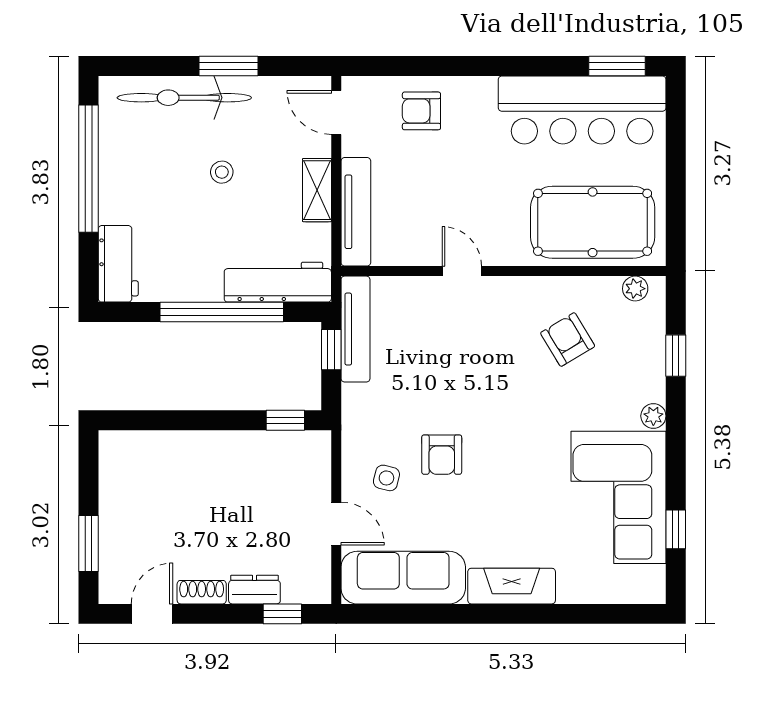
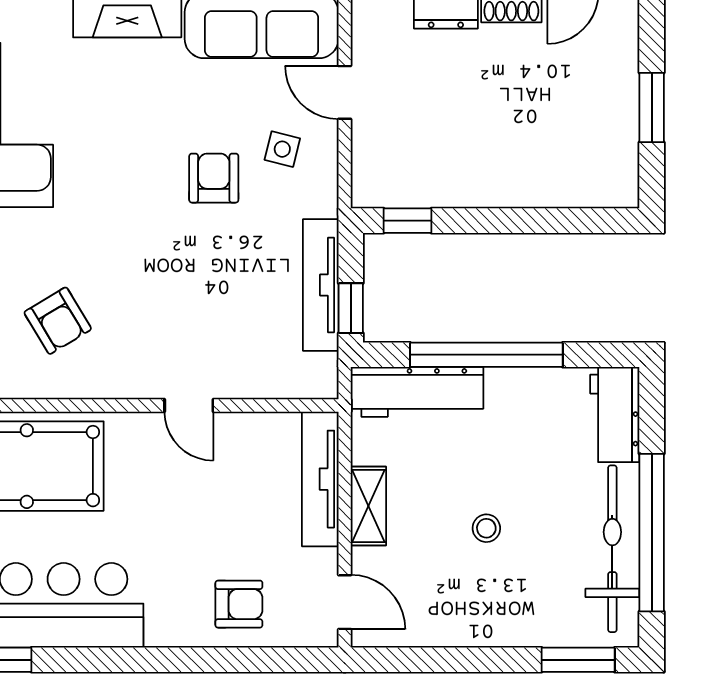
window: (228, 66) -> (578, 660), moved
bicycle: (184, 98) -> (612, 549), moved, turned -90
tv unit: (355, 329) -> (321, 285), moved
window: (88, 543) -> (652, 108), moved

